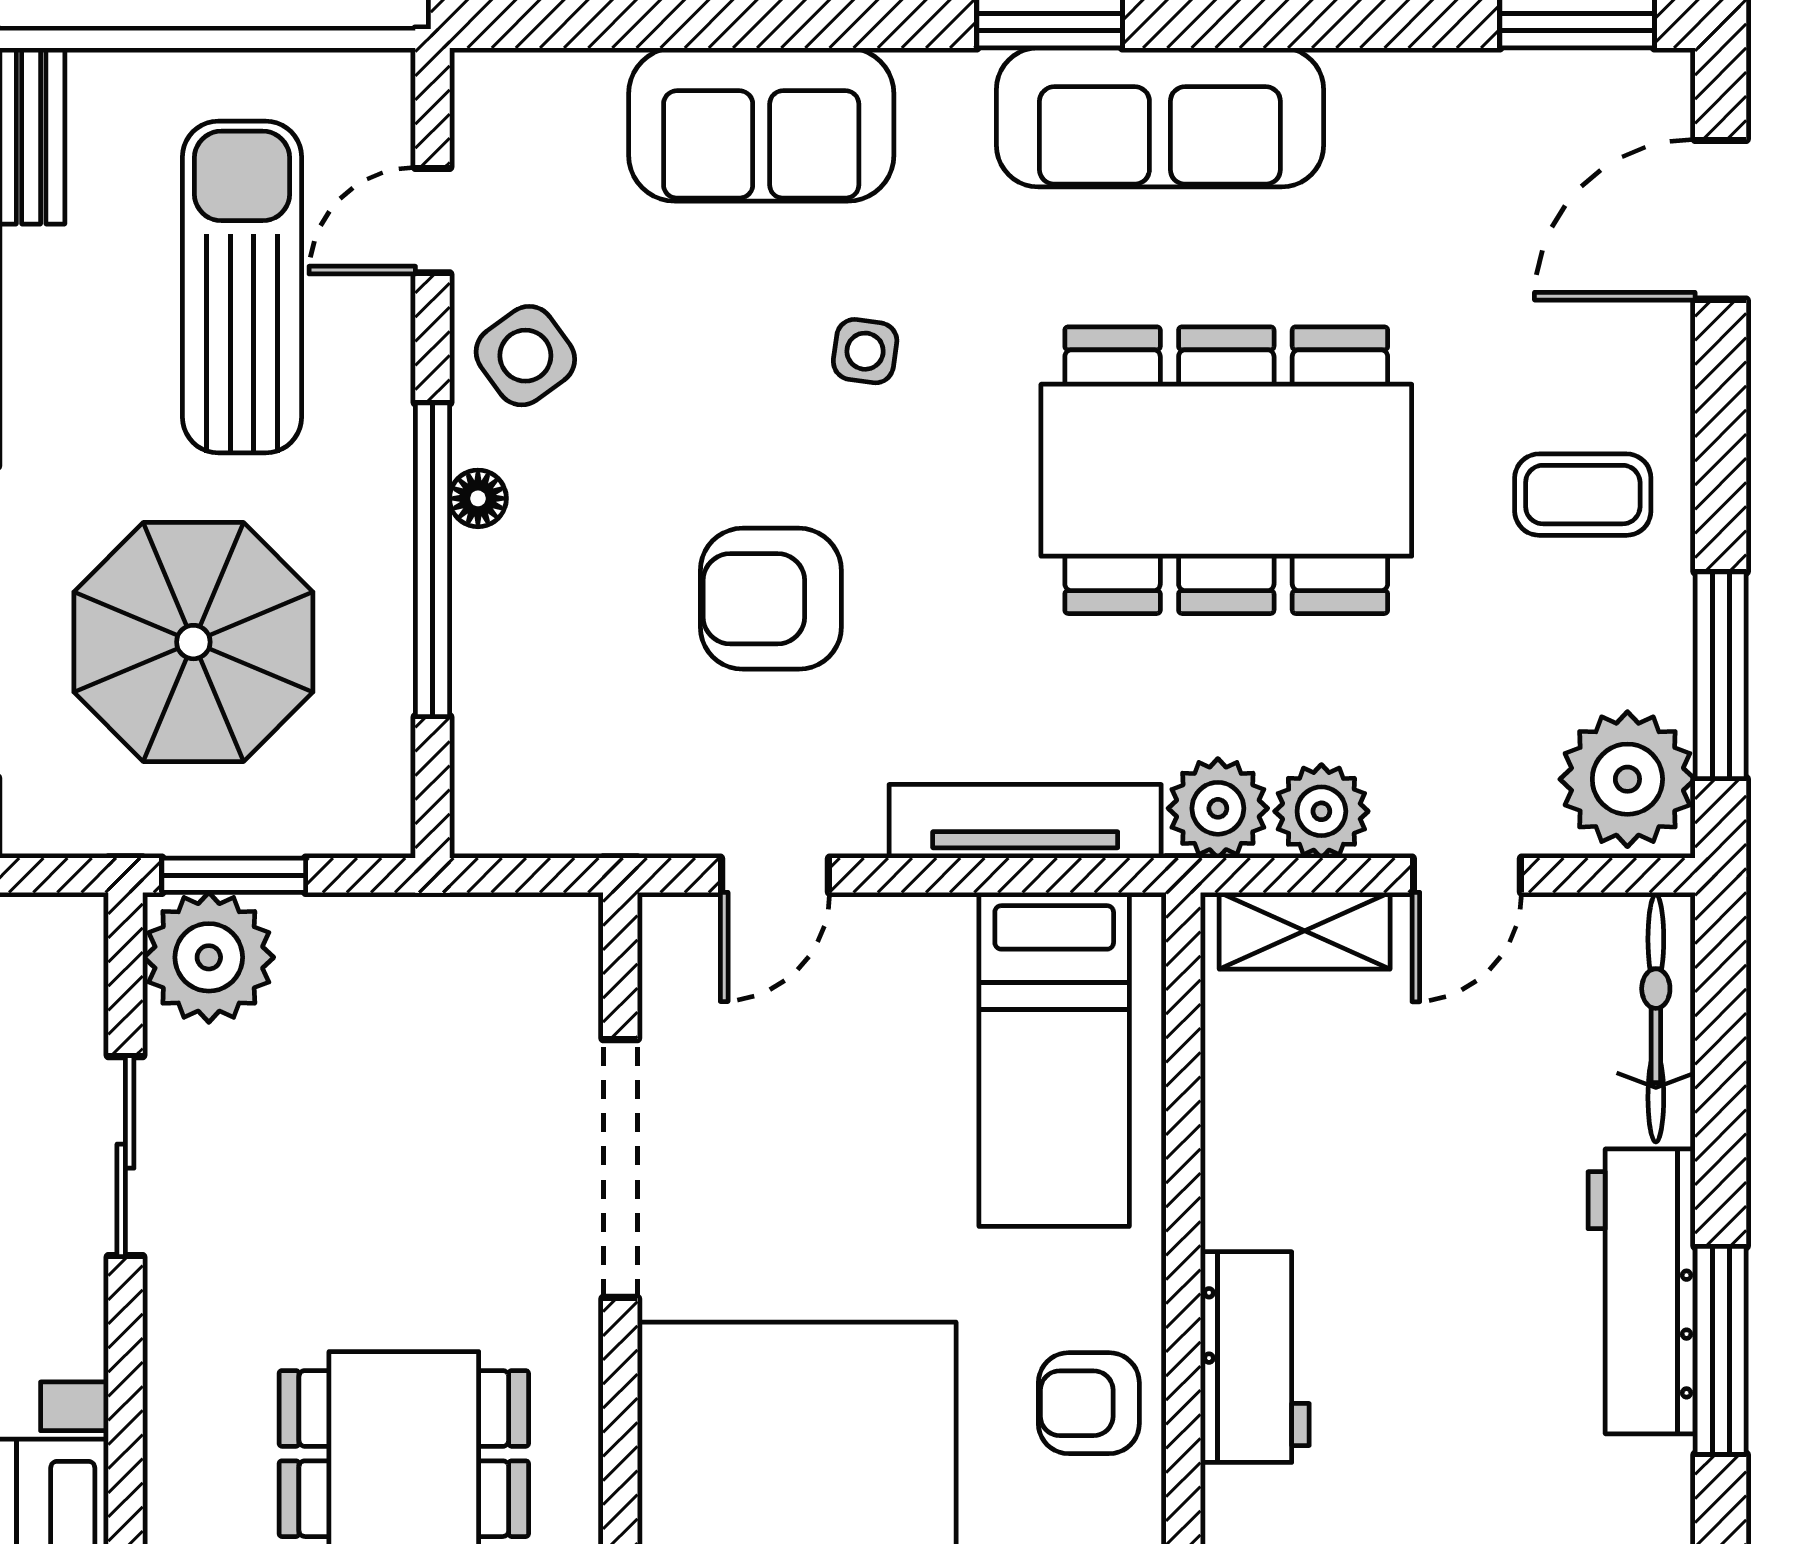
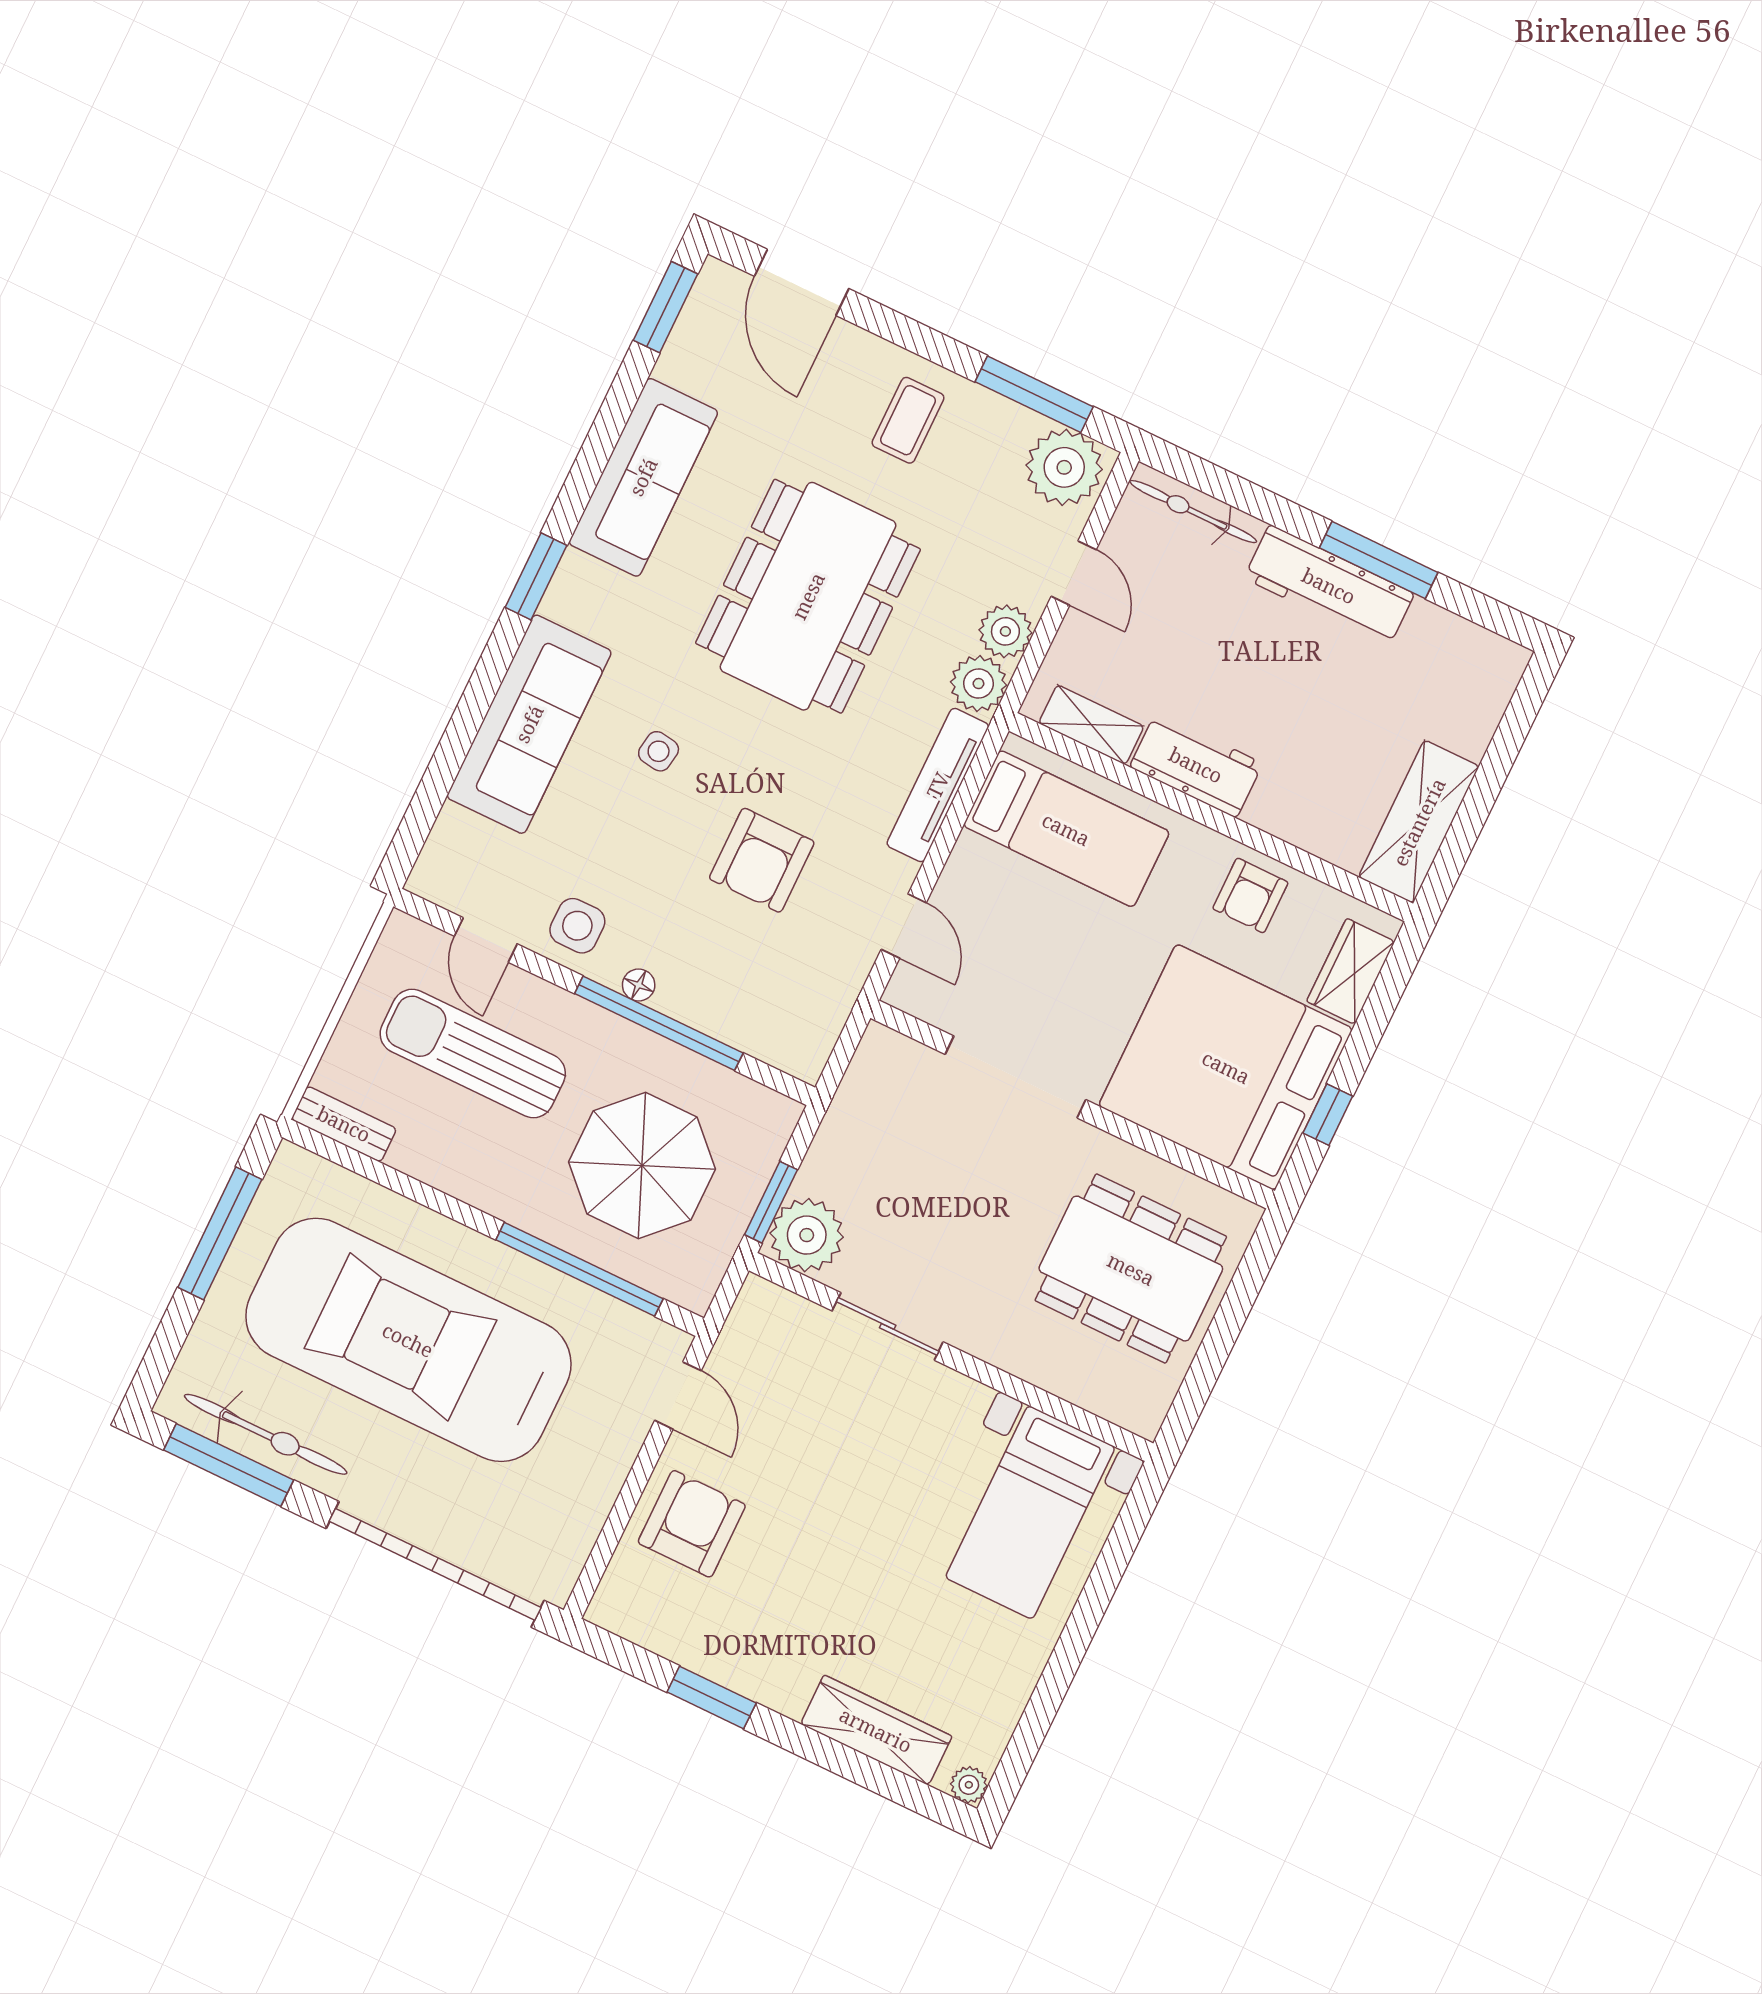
sofa: (1160, 117) -> (643, 477), moved
sofa: (761, 124) -> (529, 724), width x1.36
side table: (525, 356) -> (577, 926), turned 36
shelving: (1305, 931) -> (1091, 725), moved, turned 90
workbench: (1255, 1357) -> (1196, 765), moved

